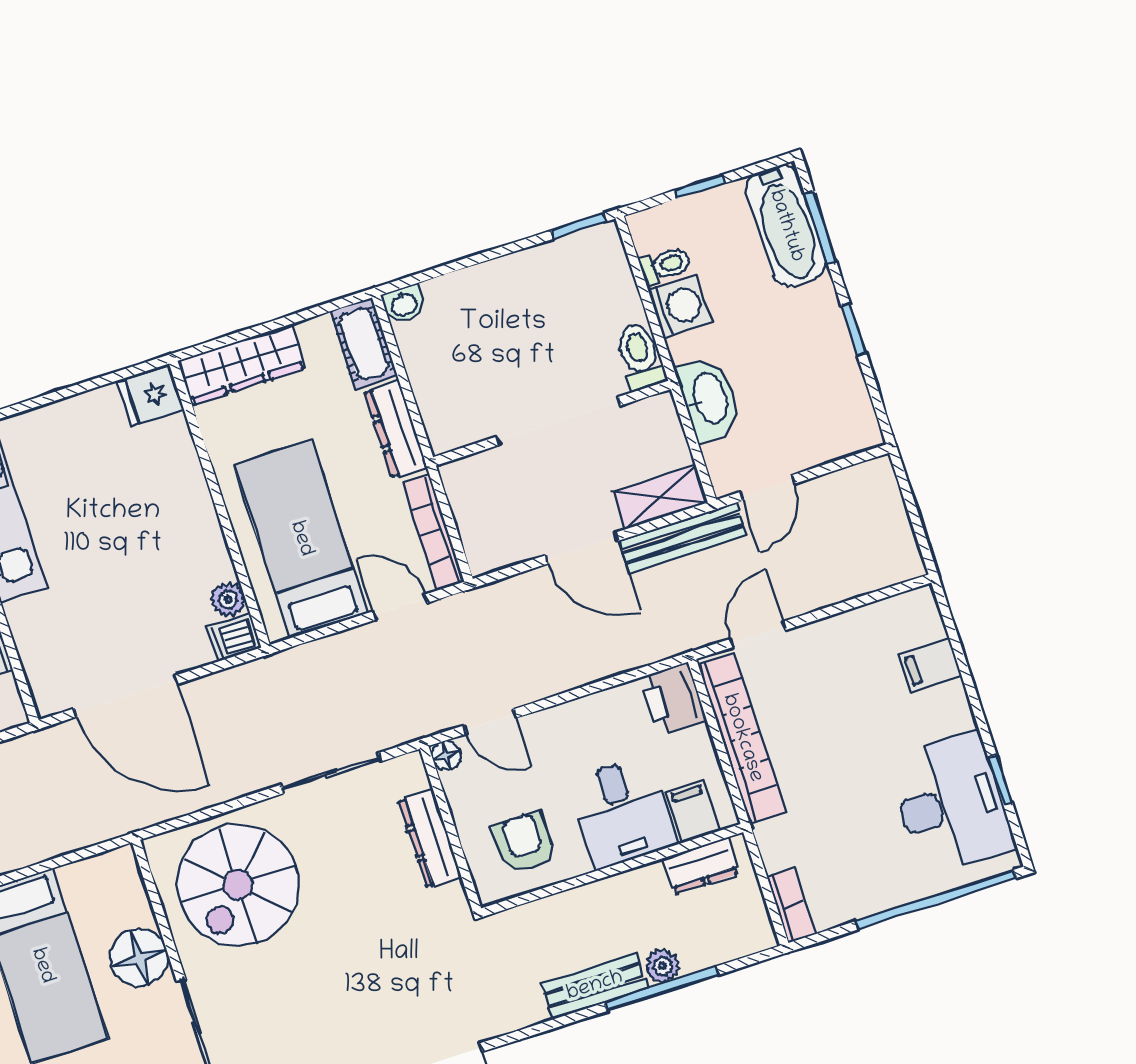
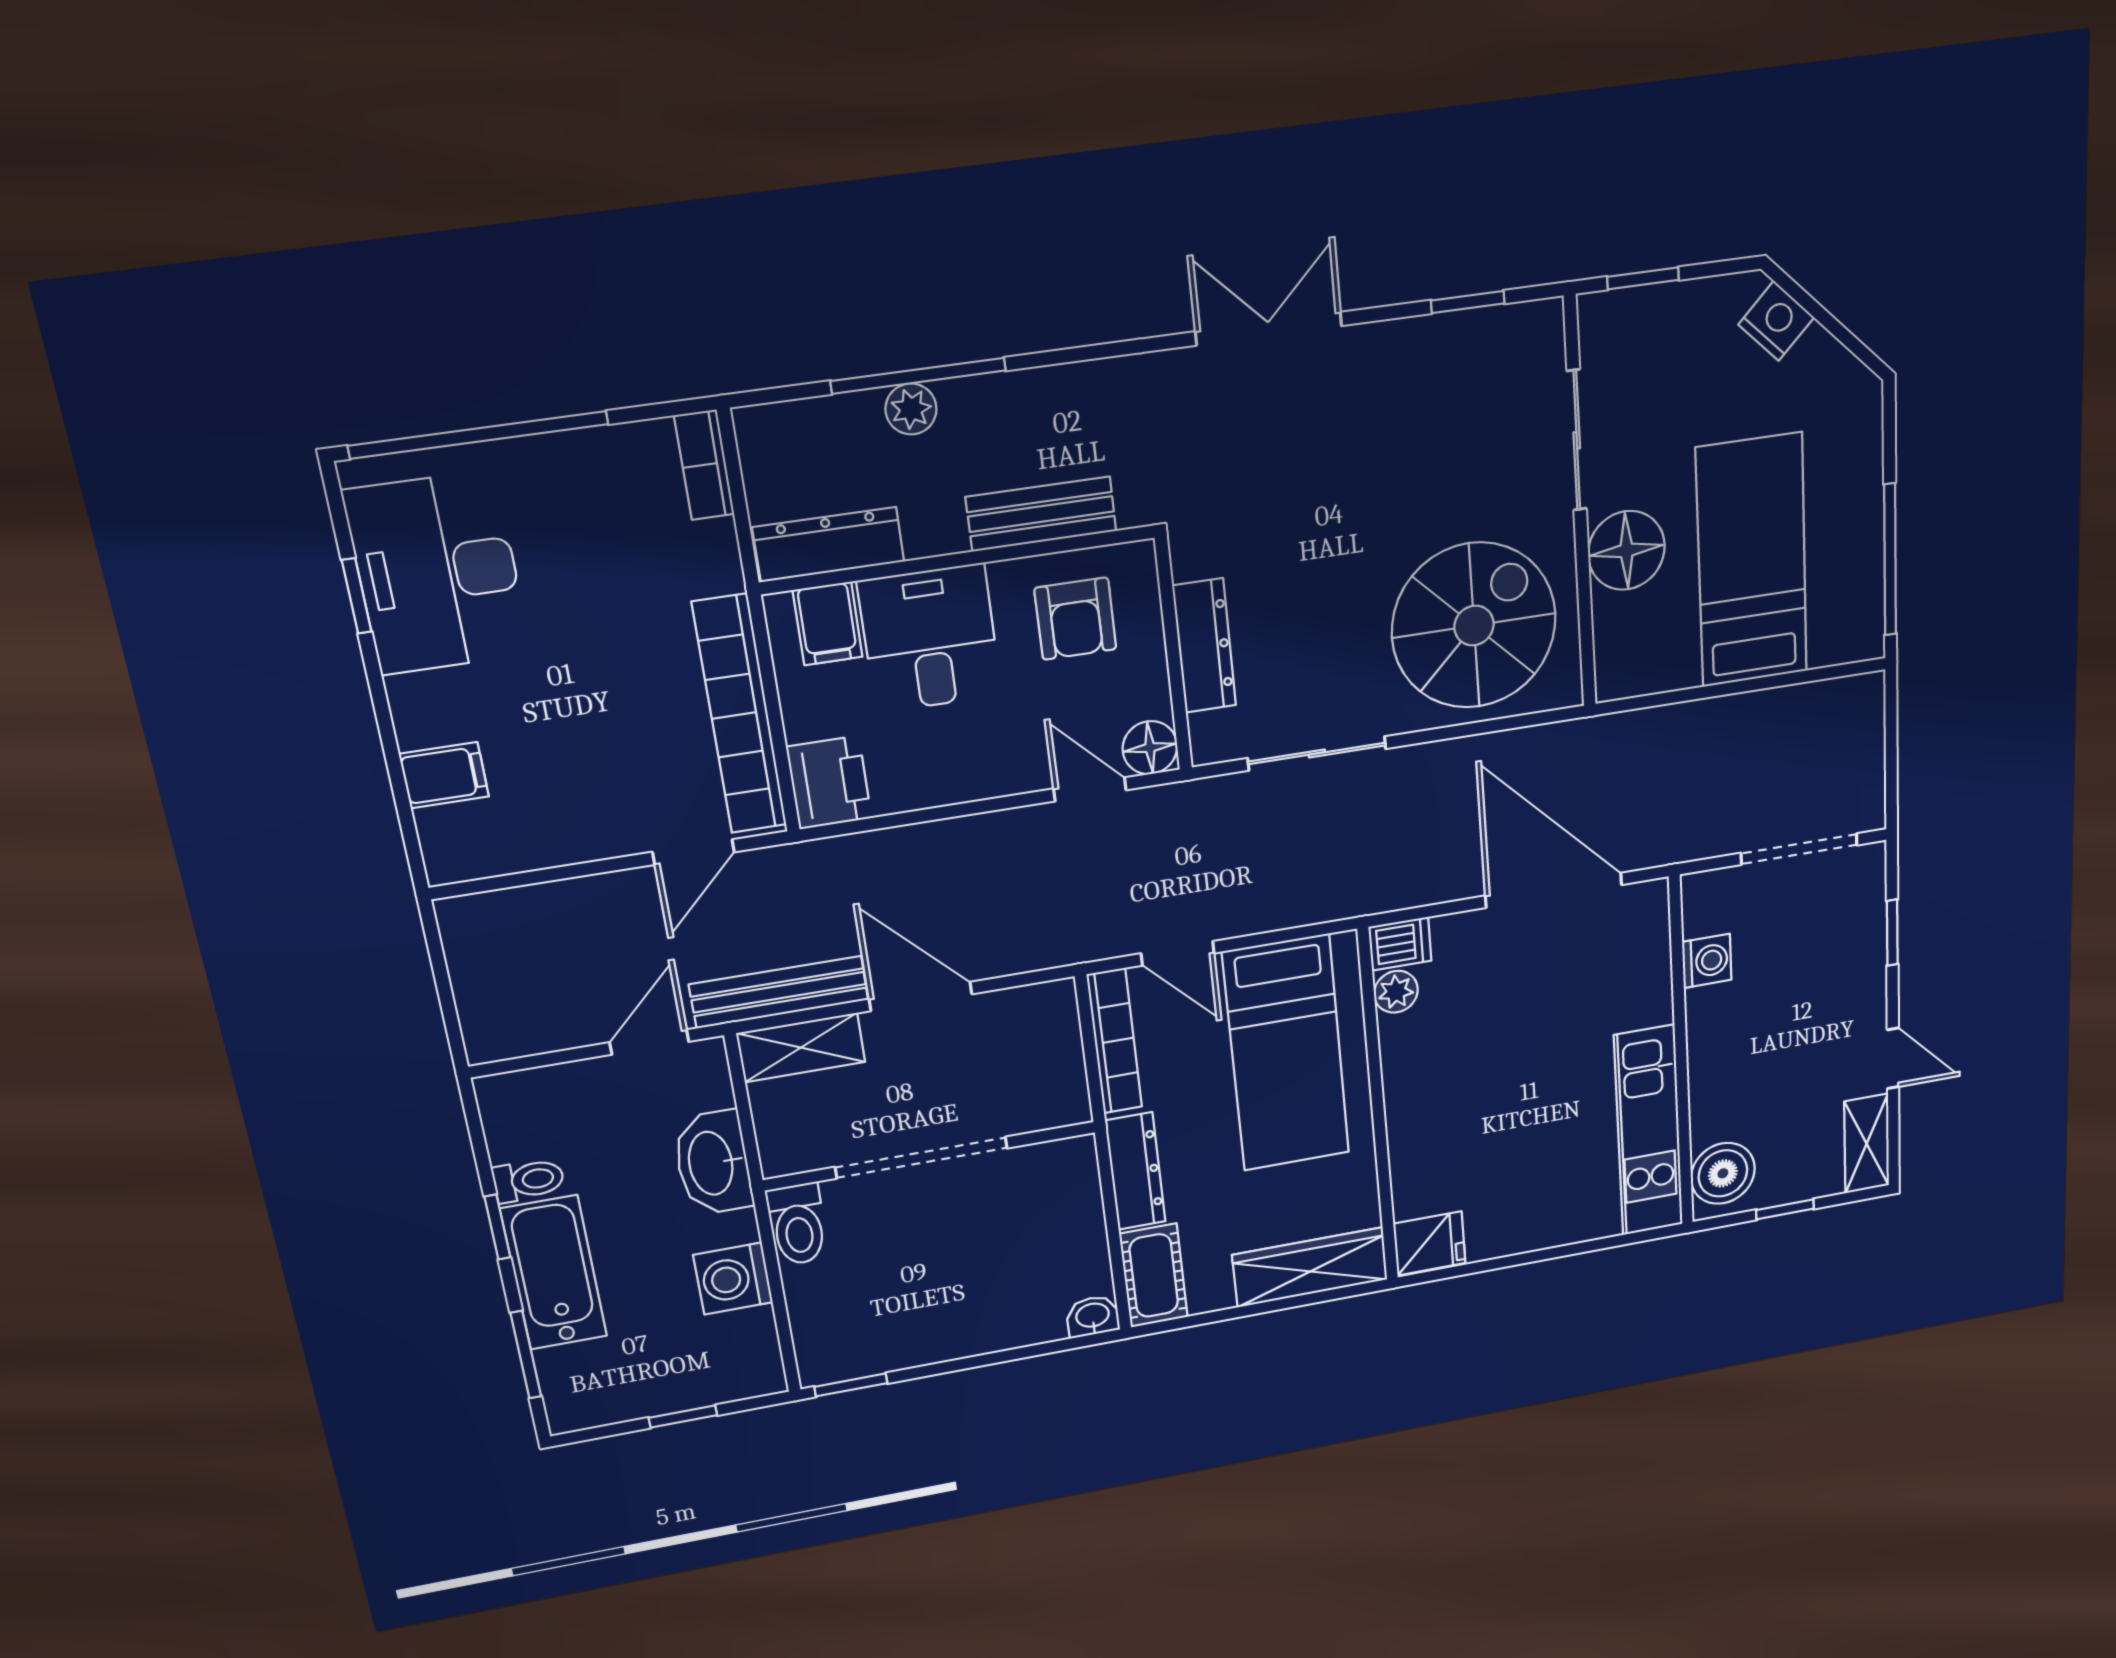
bathtub: (786, 226) -> (554, 1273), moved
toilet: (665, 265) -> (528, 1180), moved, turned 180
floor lamp: (446, 755) -> (1150, 748), width x1.37, depth x1.37
dresser: (701, 866) -> (828, 544), width x1.44
bench: (595, 986) -> (1041, 514), moved

